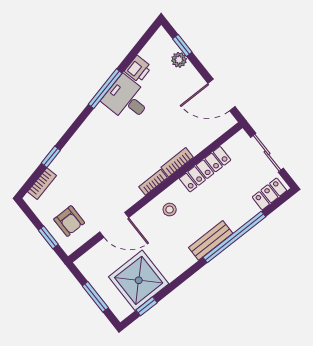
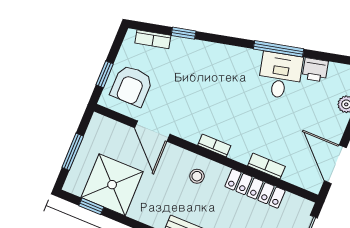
bookcase: (177, 162) -> (266, 166), moved
armchair: (69, 221) -> (132, 86), width x1.38, depth x1.38

